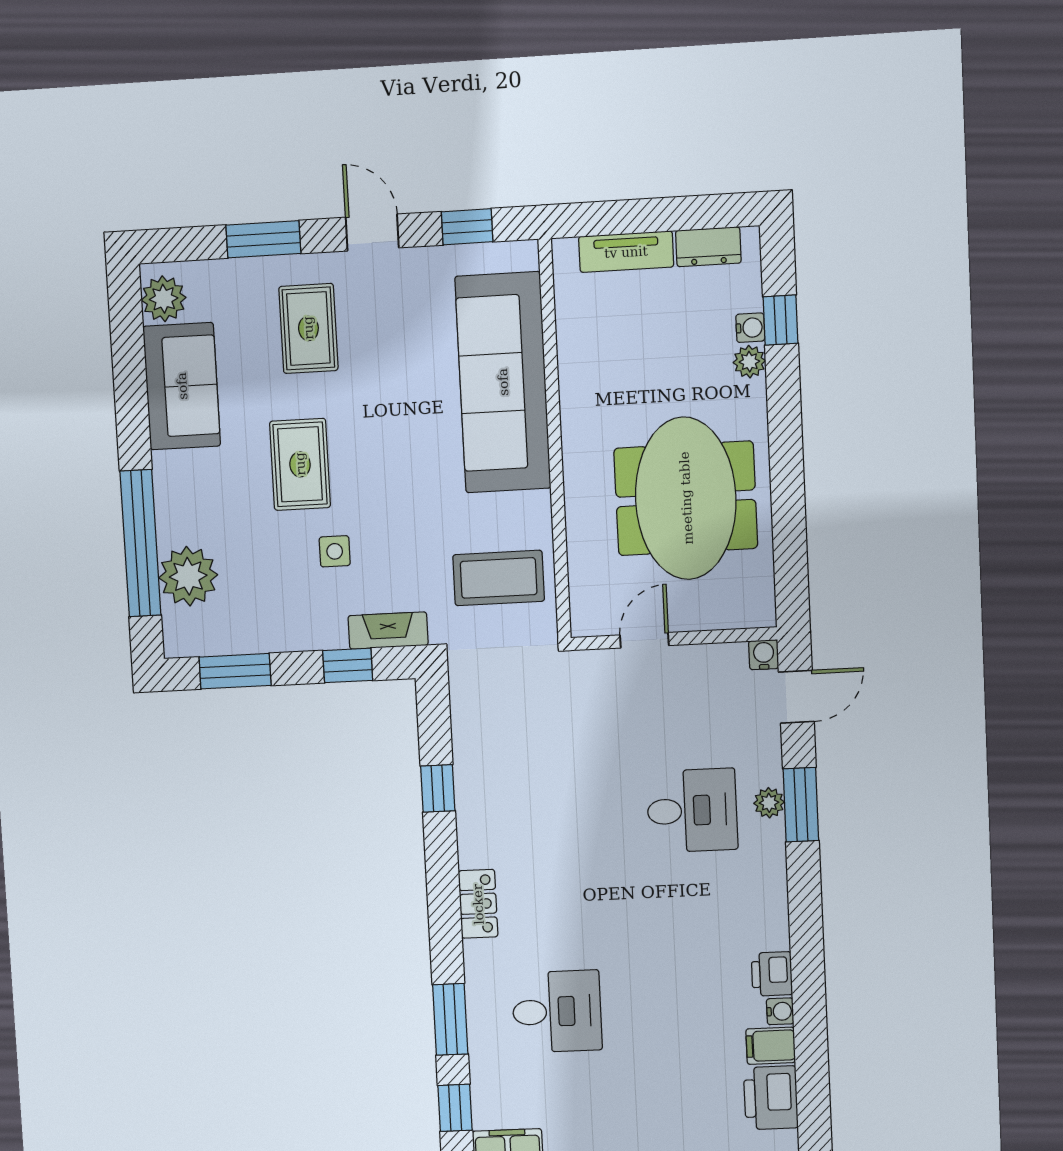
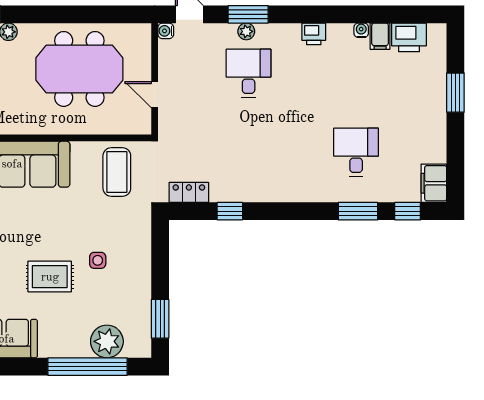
fireplace: (388, 630) -> (142, 234), removed
window: (348, 665) -> (160, 257), removed
locker: (478, 904) -> (189, 192), moved
printer: (772, 974) -> (314, 34), moved

